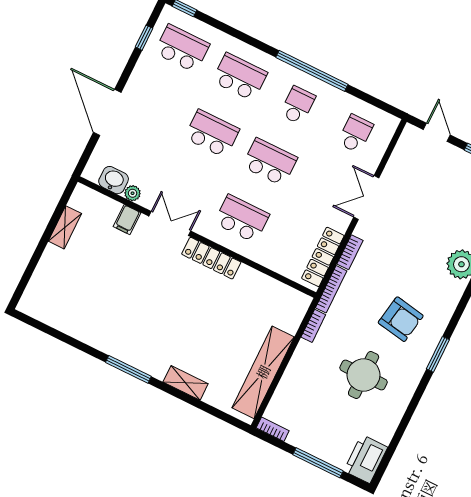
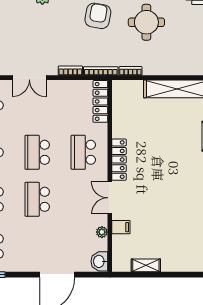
washbasin: (114, 180) -> (99, 261), moved
locker: (323, 257) -> (100, 101), moved, turned 90

